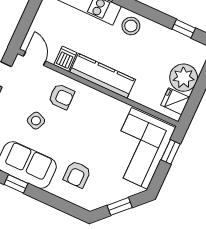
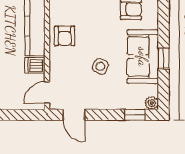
armchair: (61, 97) -> (65, 36), moved, turned 180

